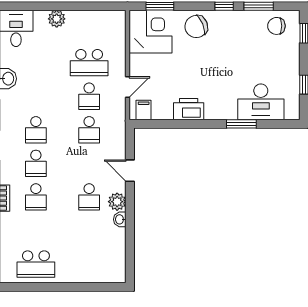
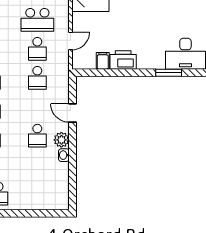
filing cabinet: (144, 110) -> (103, 61), moved

